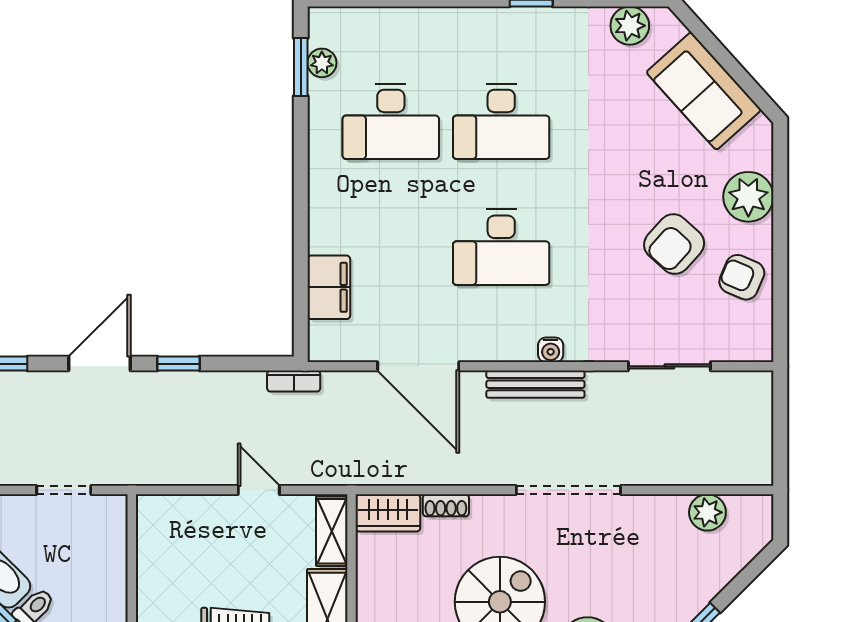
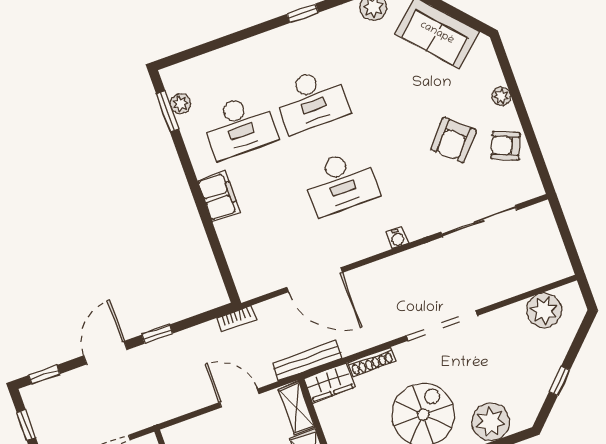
plant: (748, 197) -> (501, 96), width x0.53, depth x0.53
filing cabinet: (329, 287) -> (219, 196), moved
sliding door: (669, 366) -> (479, 221), width x1.37
bench: (535, 384) -> (307, 361), moved
door: (259, 490) -> (239, 398), width x1.38
shoe rack: (446, 505) -> (372, 362), width x1.43
plant: (707, 512) -> (544, 310), width x1.36, depth x1.36

